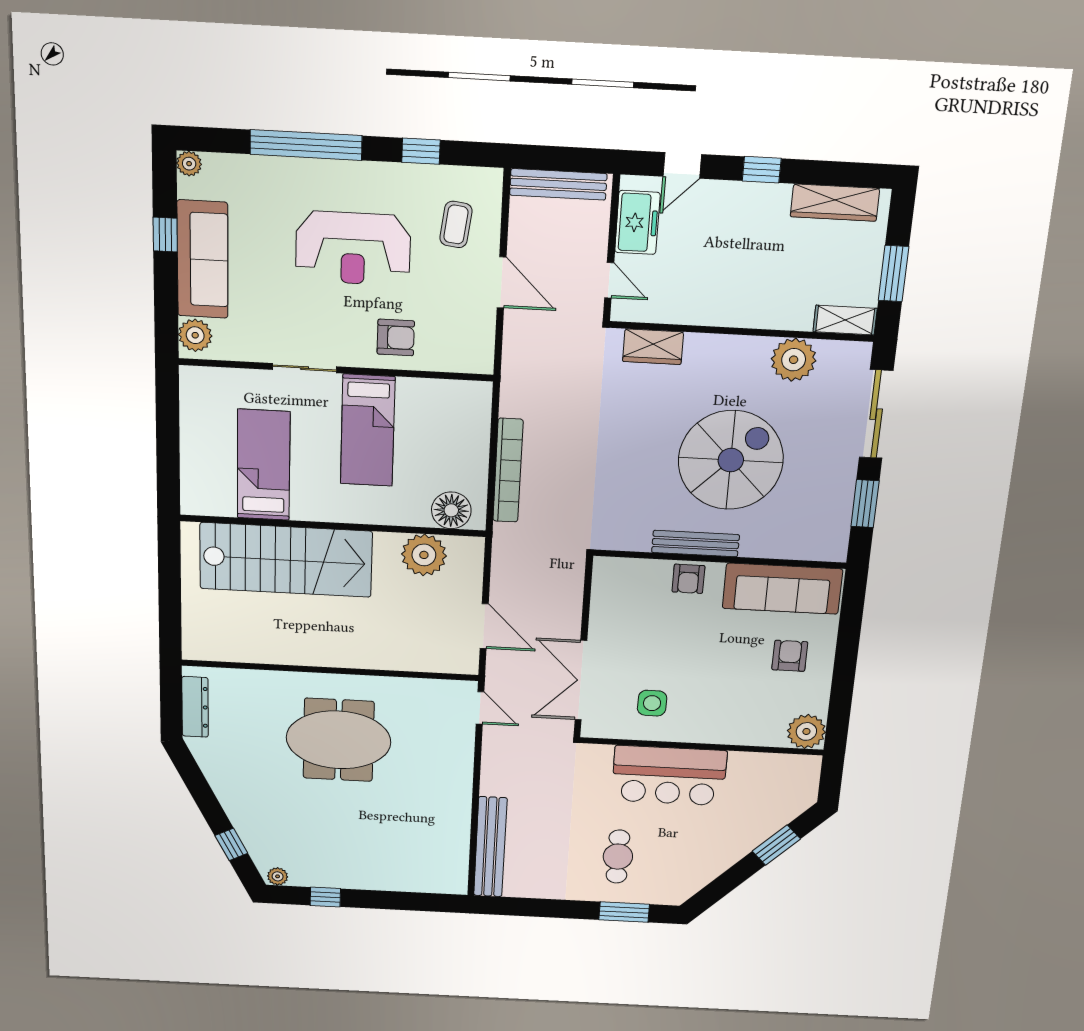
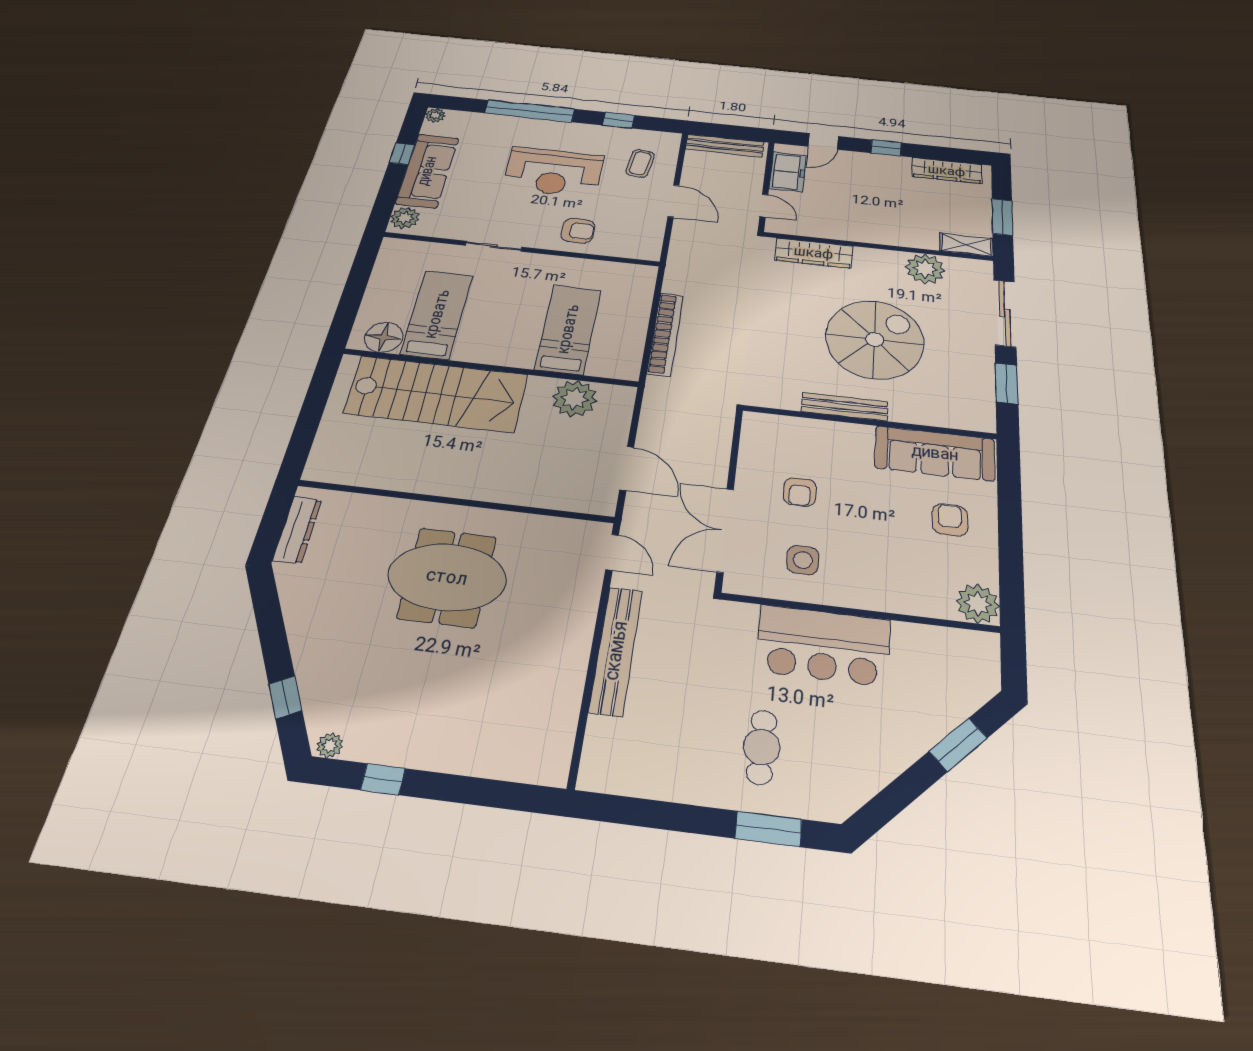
wardrobe: (653, 347) -> (814, 253), width x1.50
bed: (368, 430) -> (568, 329), moved, turned 180
floor lamp: (451, 510) -> (384, 337), moved
armchair: (688, 579) -> (800, 492), moved
bench: (490, 847) -> (616, 650), moved

